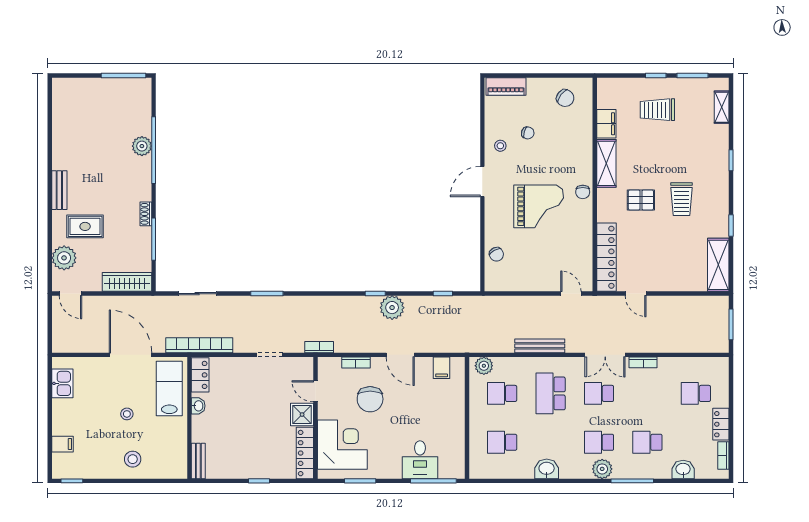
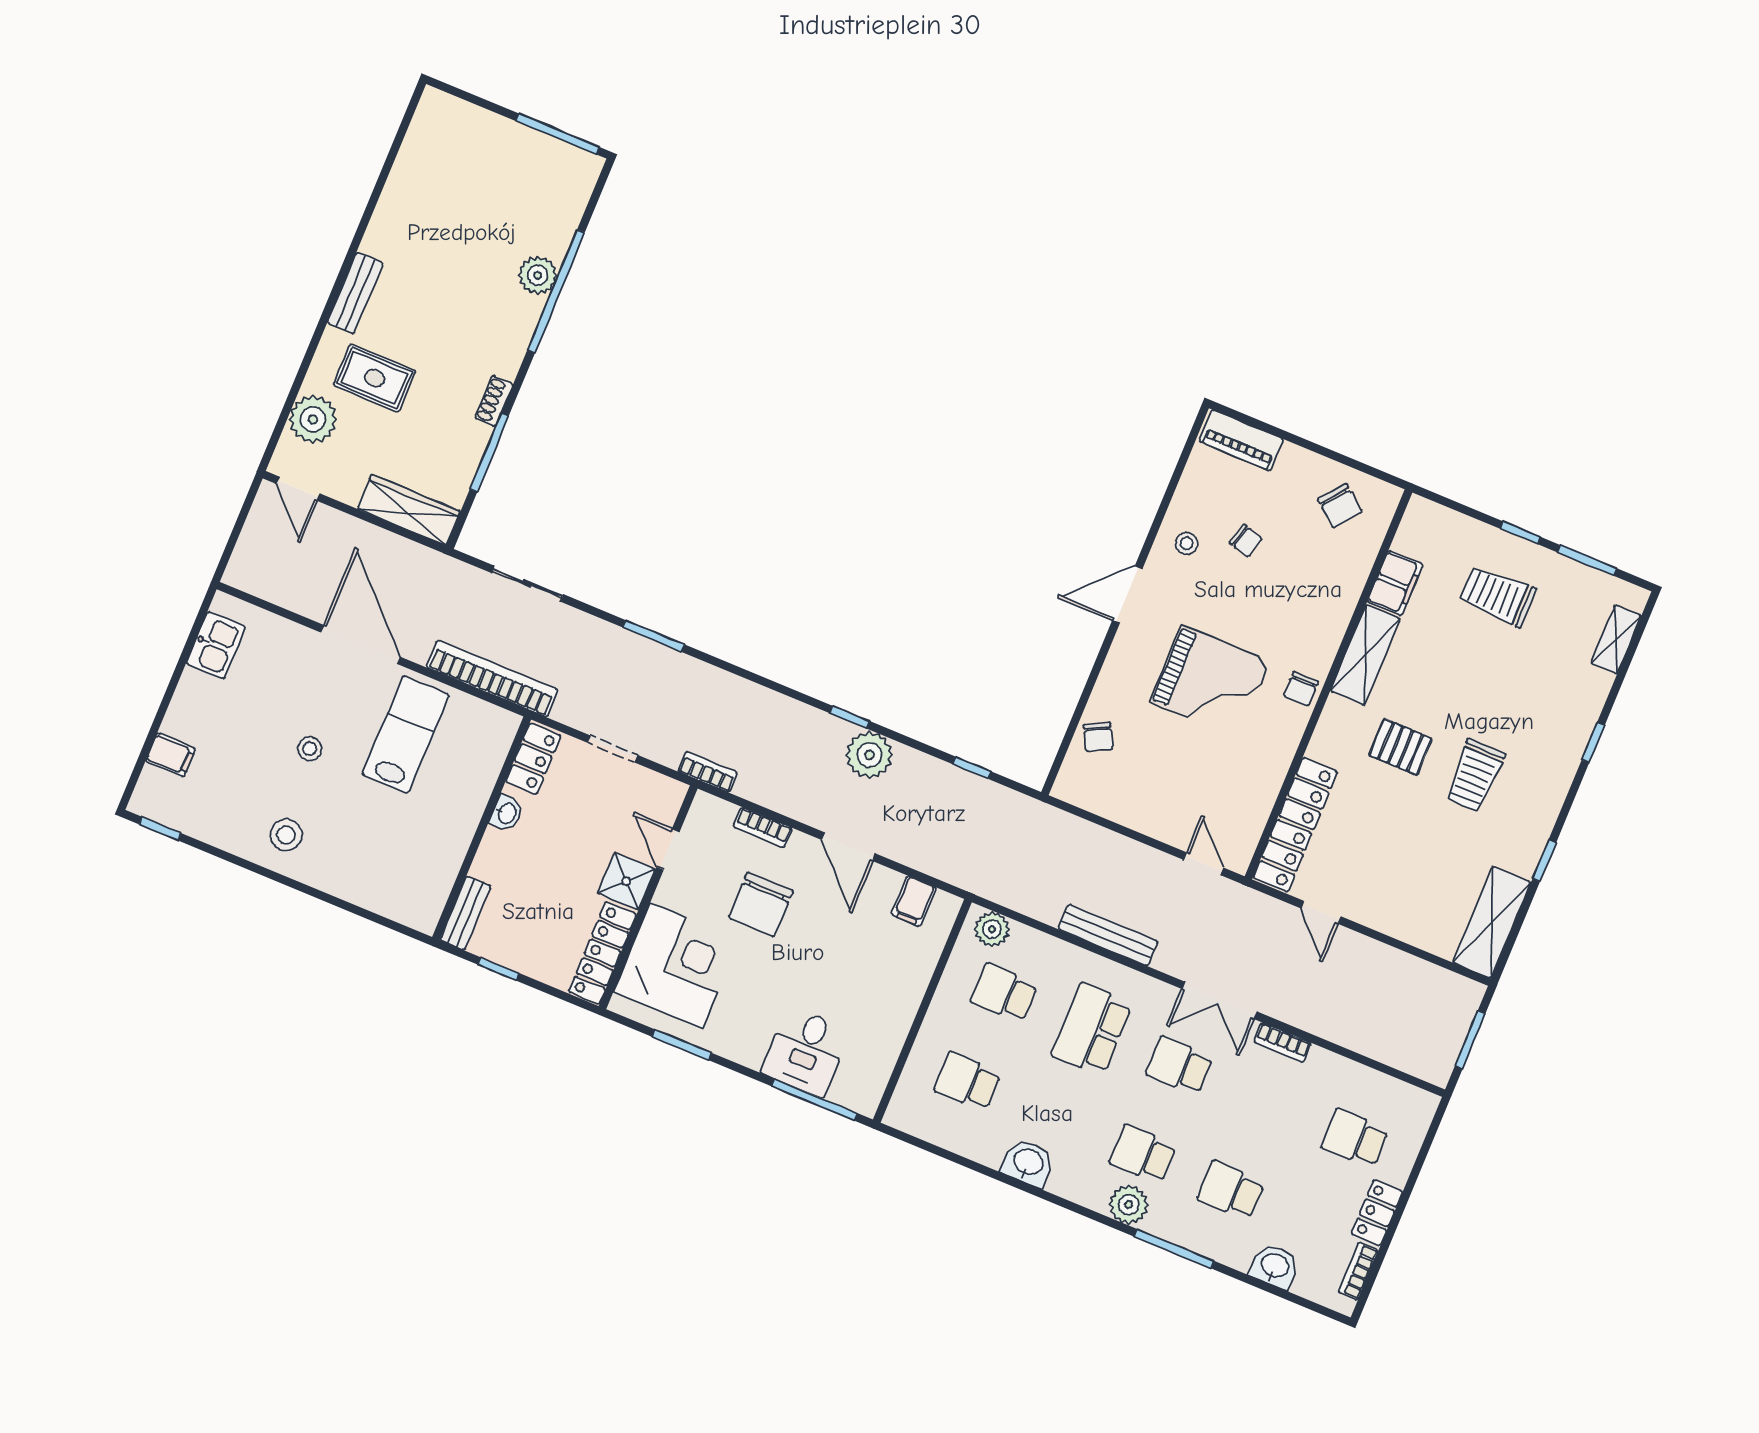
locker: (200, 375) -> (533, 759), moved
washbasin: (198, 406) -> (506, 813), moved
wall: (189, 418) -> (482, 828), moved
bench: (198, 461) -> (465, 913), moved

